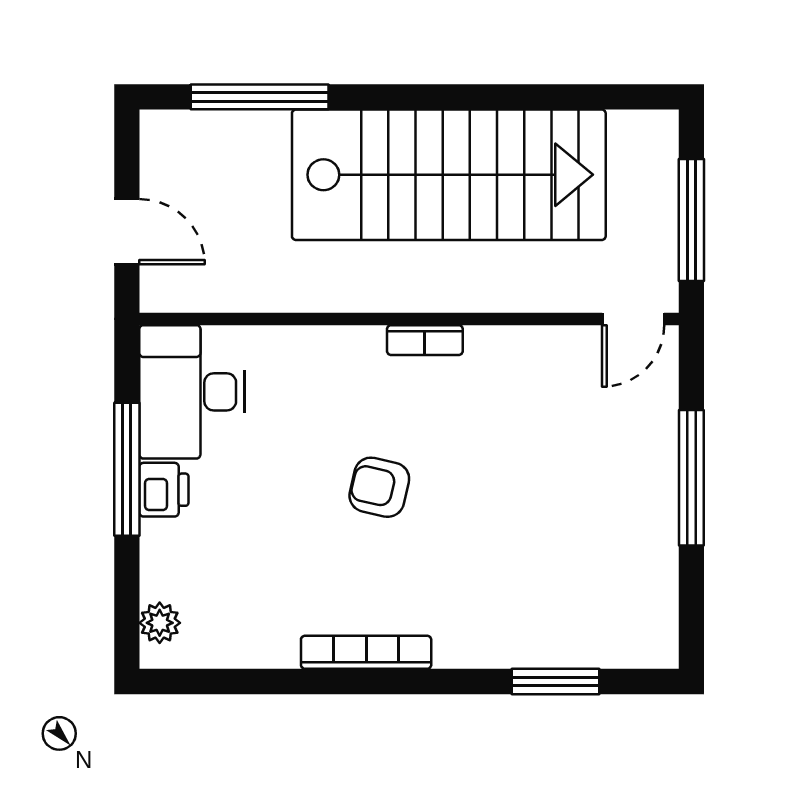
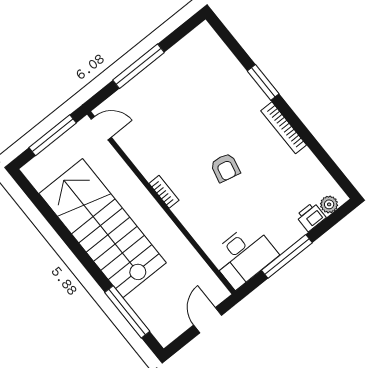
printer: (164, 490) -> (311, 217), moved
window: (556, 681) -> (263, 82), moved

